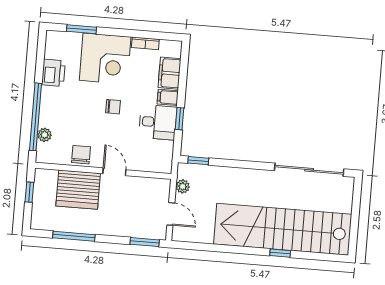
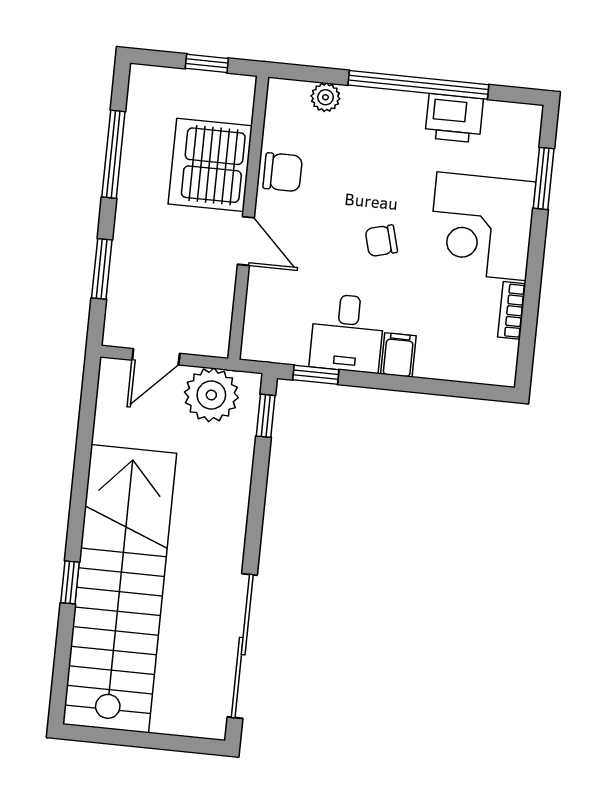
filing cabinet: (170, 73) -> (449, 360), removed
chair: (113, 107) -> (381, 241), turned 75
window: (36, 117) -> (418, 85), moved
window: (180, 119) -> (316, 375), moved
door: (114, 172) -> (246, 241), hinge flipped
plant: (183, 186) -> (211, 395), width x1.87, depth x1.87
window: (145, 242) -> (102, 269), moved

